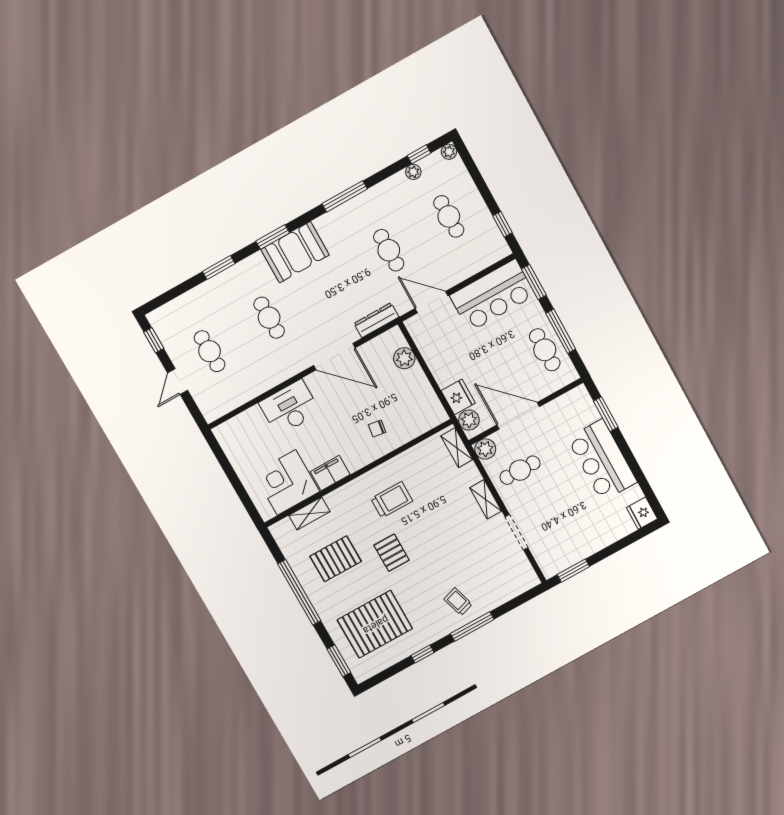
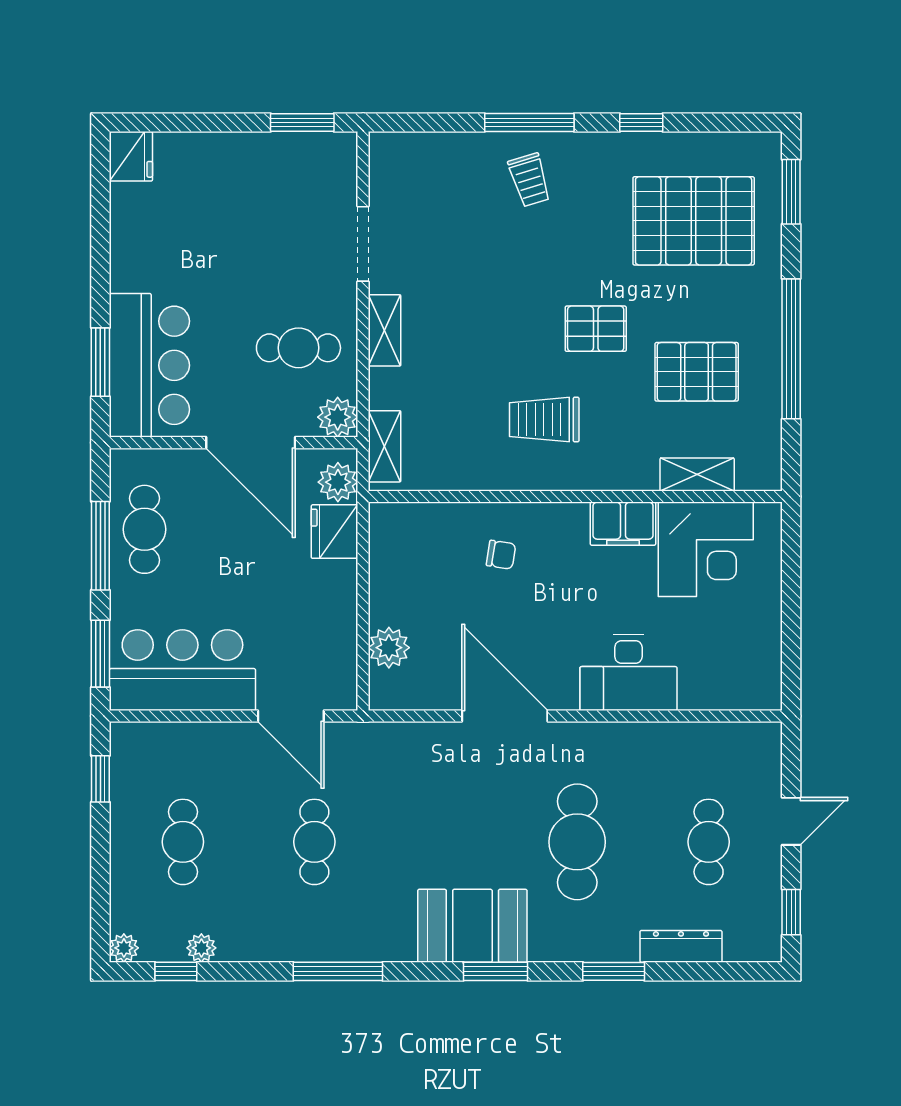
cafe table: (269, 318) -> (577, 842), width x1.37, depth x1.35
dresser: (376, 320) -> (681, 946), moved, turned 180
bar counter: (602, 460) -> (149, 365), moved
pallet: (392, 553) -> (596, 329), turned 90

